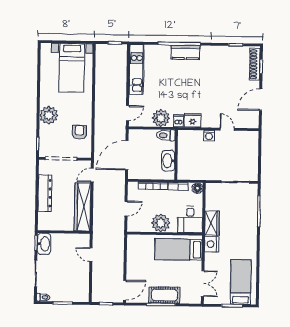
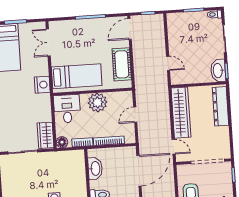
door: (92, 175) -> (174, 147), hinge flipped
dresser: (45, 193) -> (220, 106), moved
wardrobe: (212, 223) -> (45, 135), moved
cot: (164, 295) -> (122, 64), moved, turned 90

